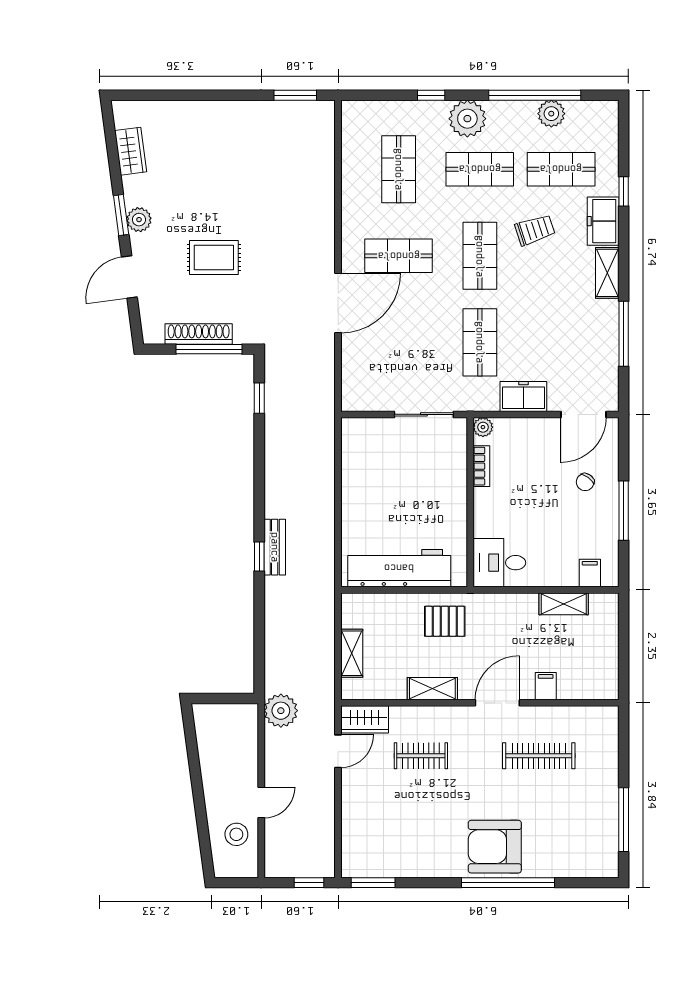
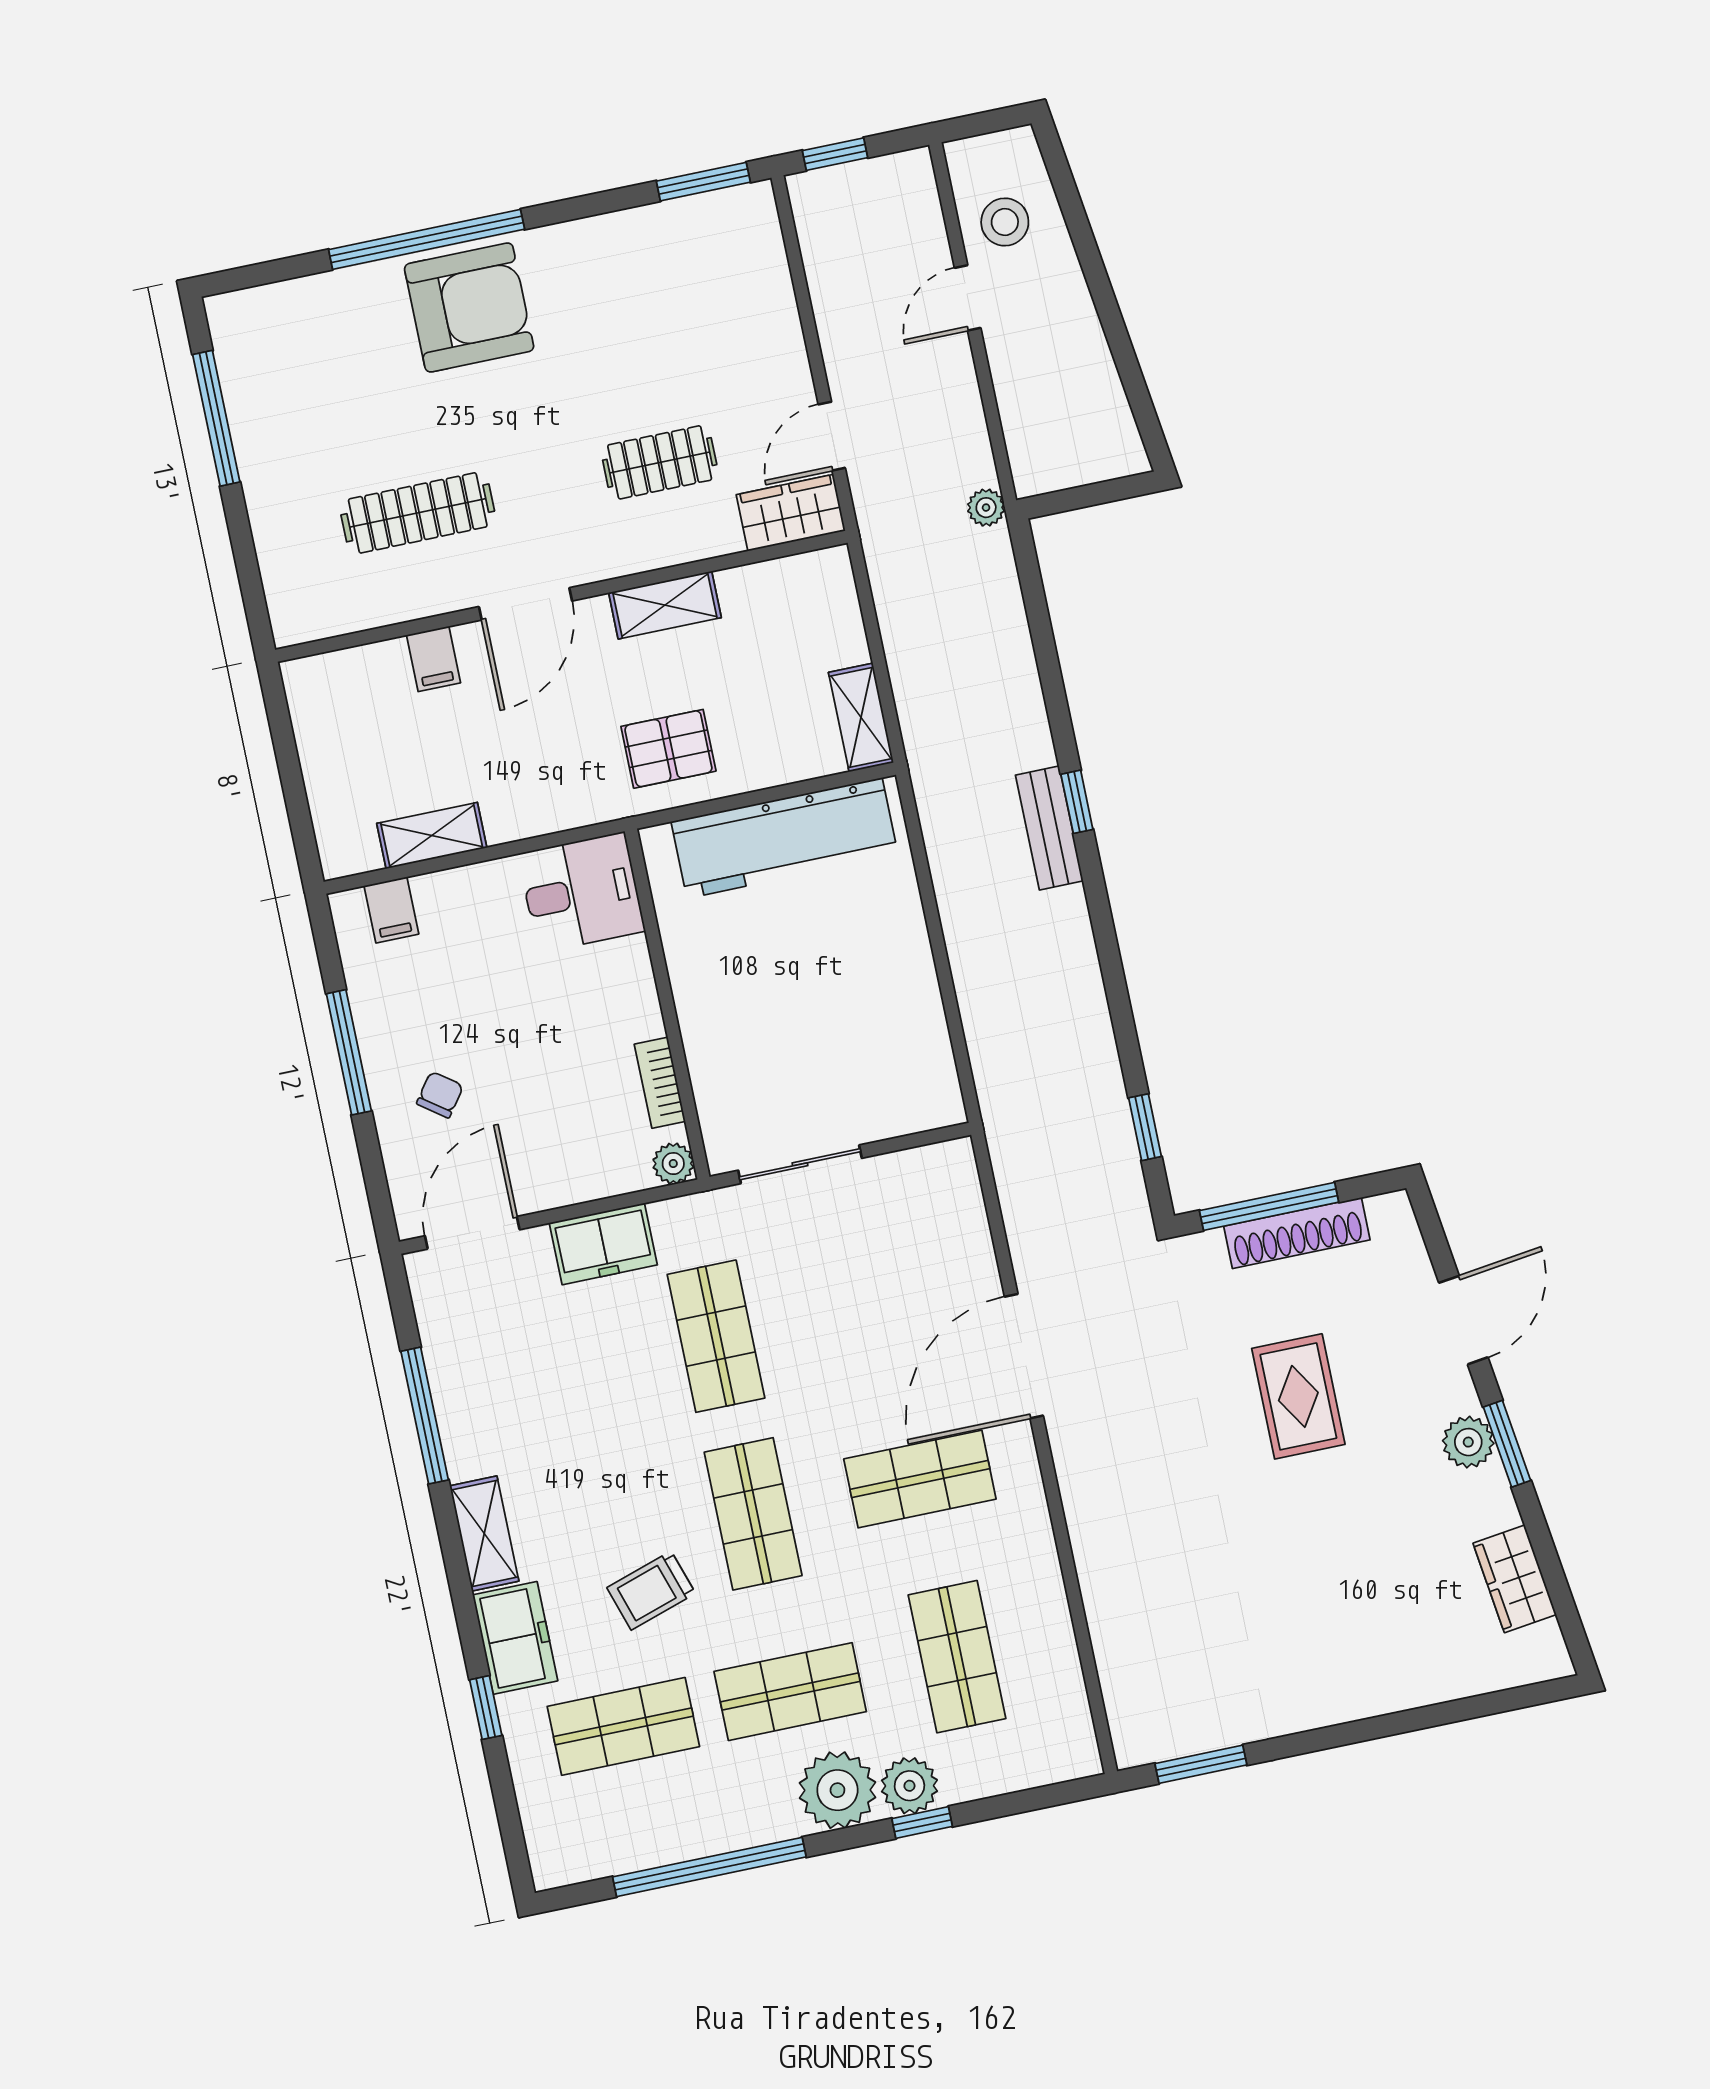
plant: (551, 114) -> (909, 1786), moved
rug: (214, 257) -> (1298, 1396), turned 90
shelving: (352, 653) -> (861, 717), moved
plant: (281, 711) -> (986, 508), width x0.53, depth x0.53

